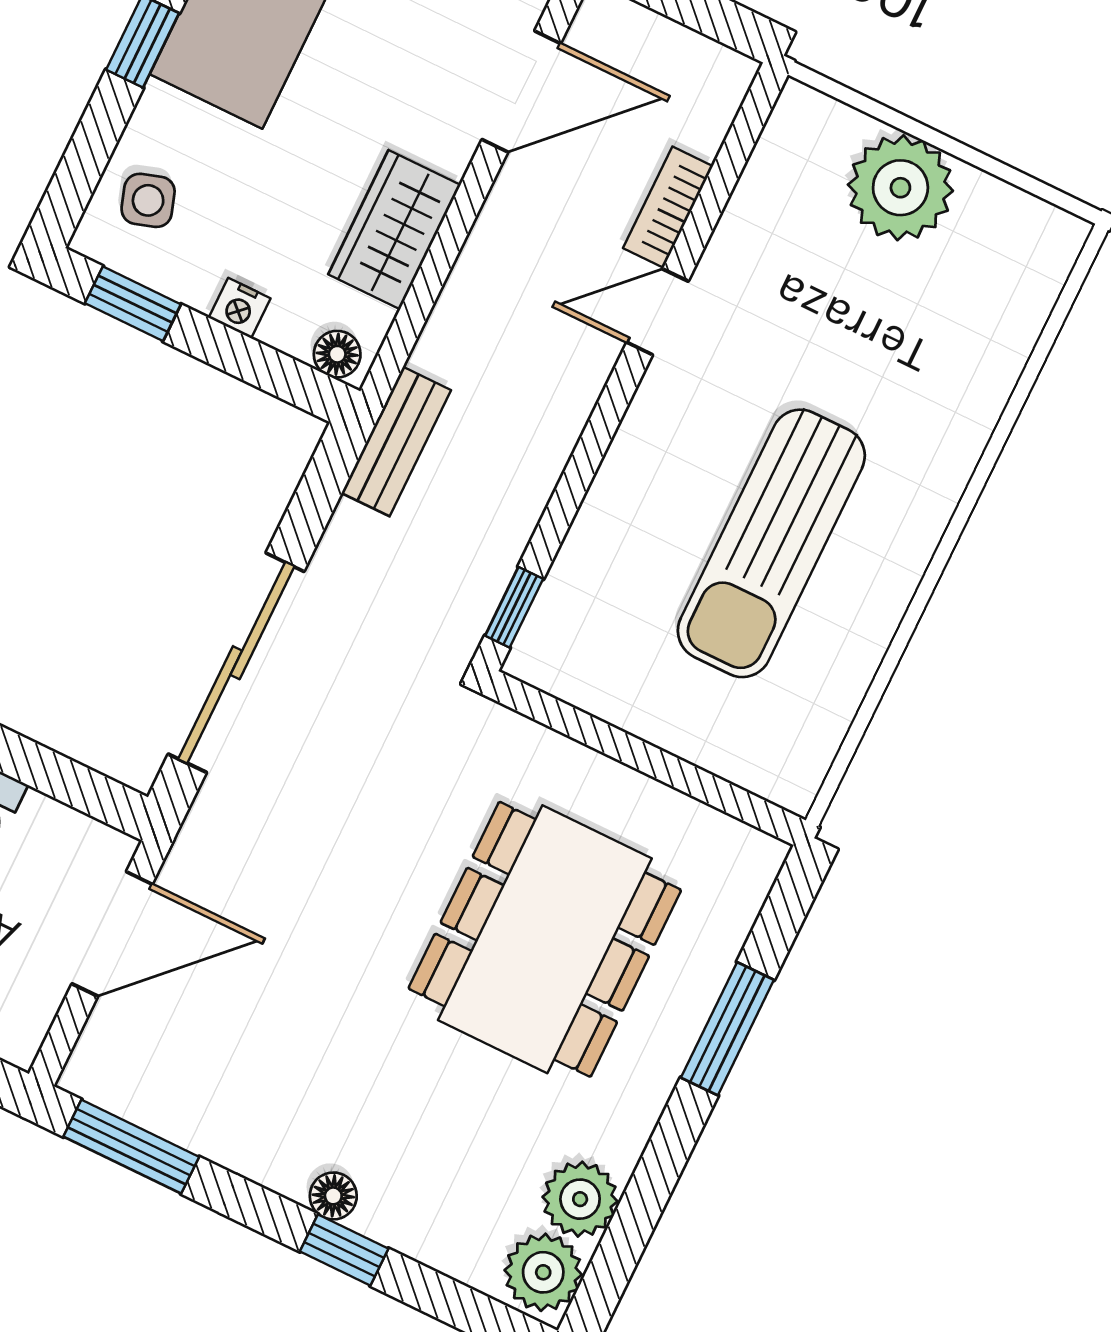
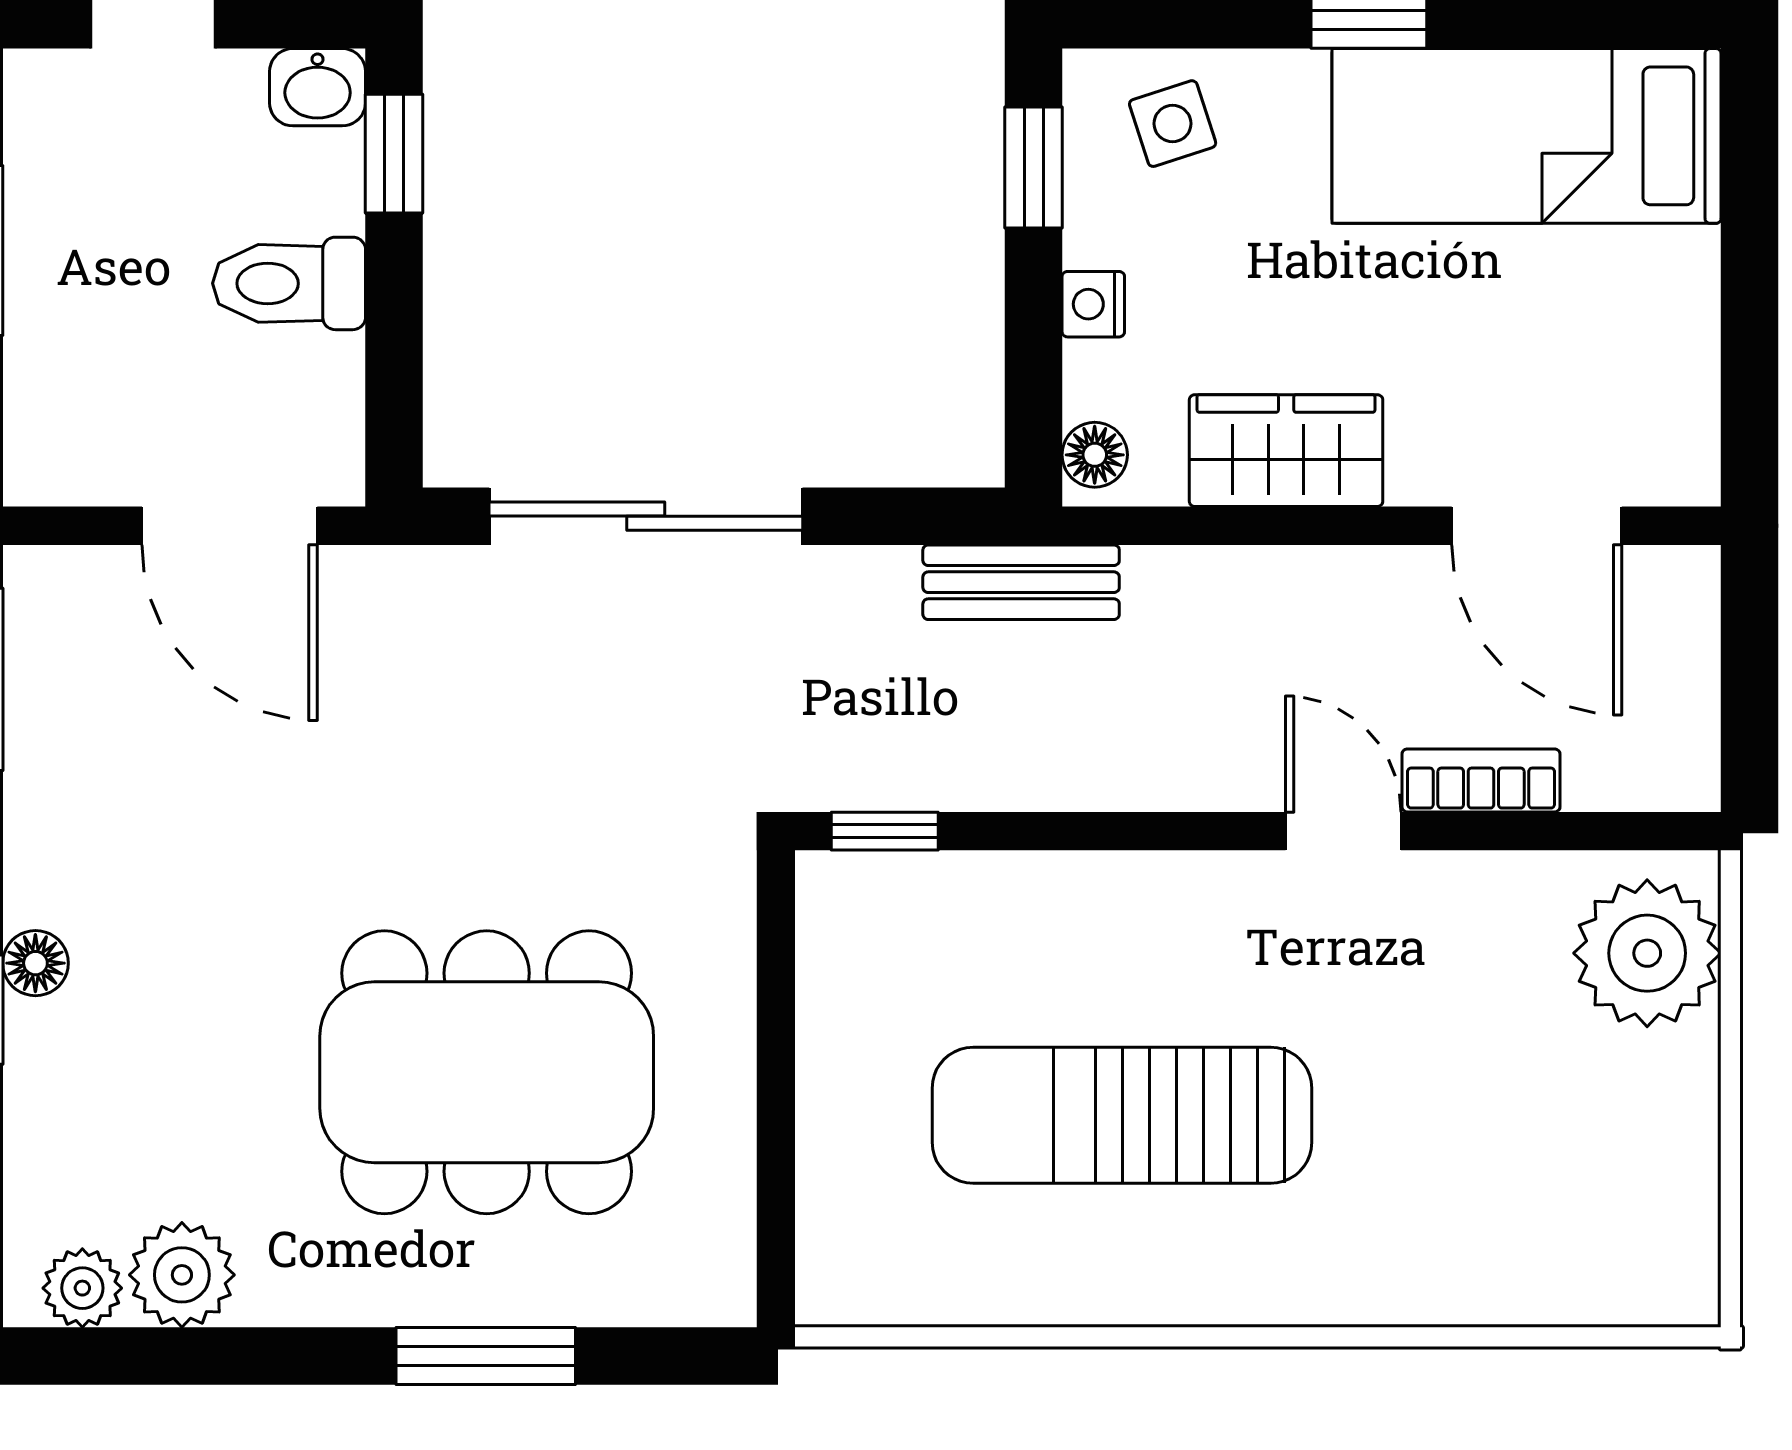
plant: (900, 188) -> (1647, 953), moved
plant: (543, 1272) -> (82, 1288), width x0.73, depth x0.73

